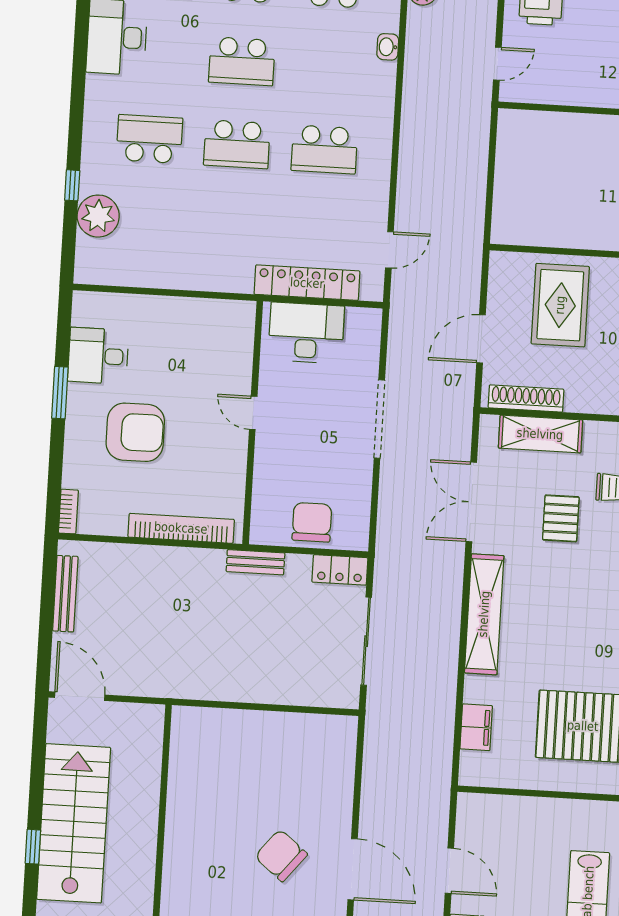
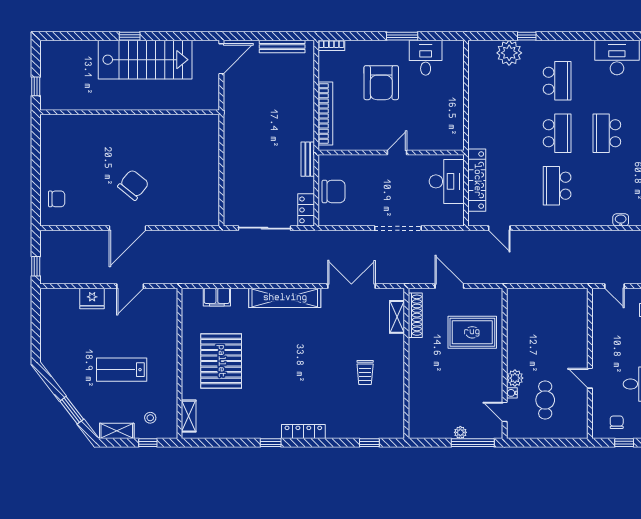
school desk: (237, 144) -> (557, 133), turned 180
shelving: (540, 434) -> (397, 317), width x0.67, depth x0.75
pallet: (561, 518) -> (345, 340), removed

